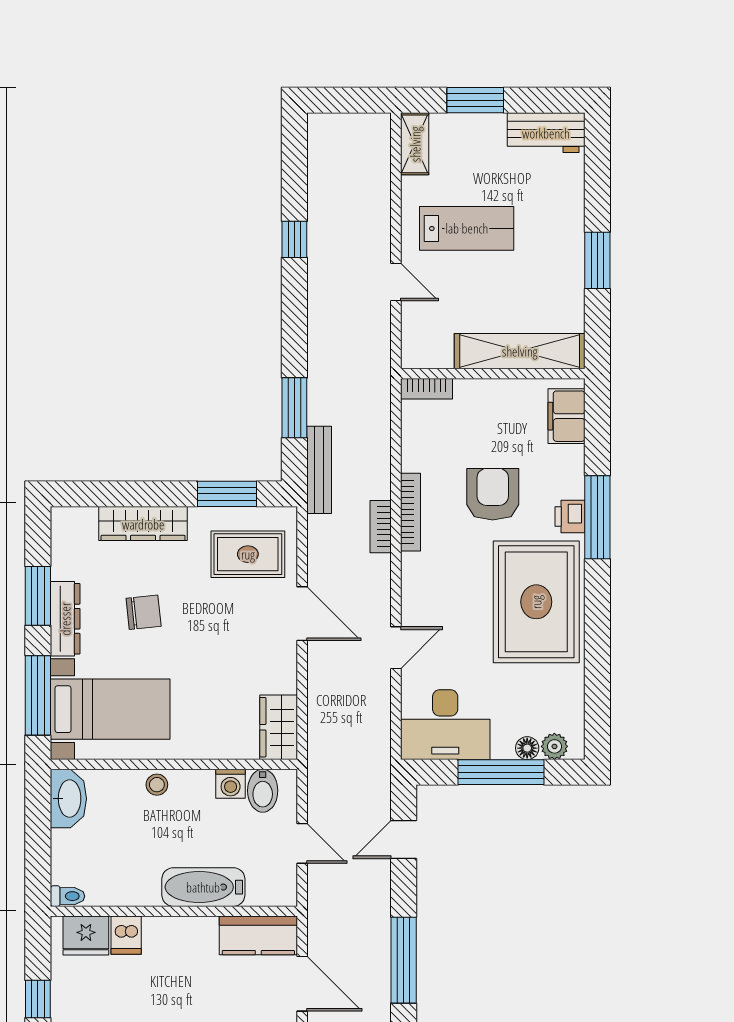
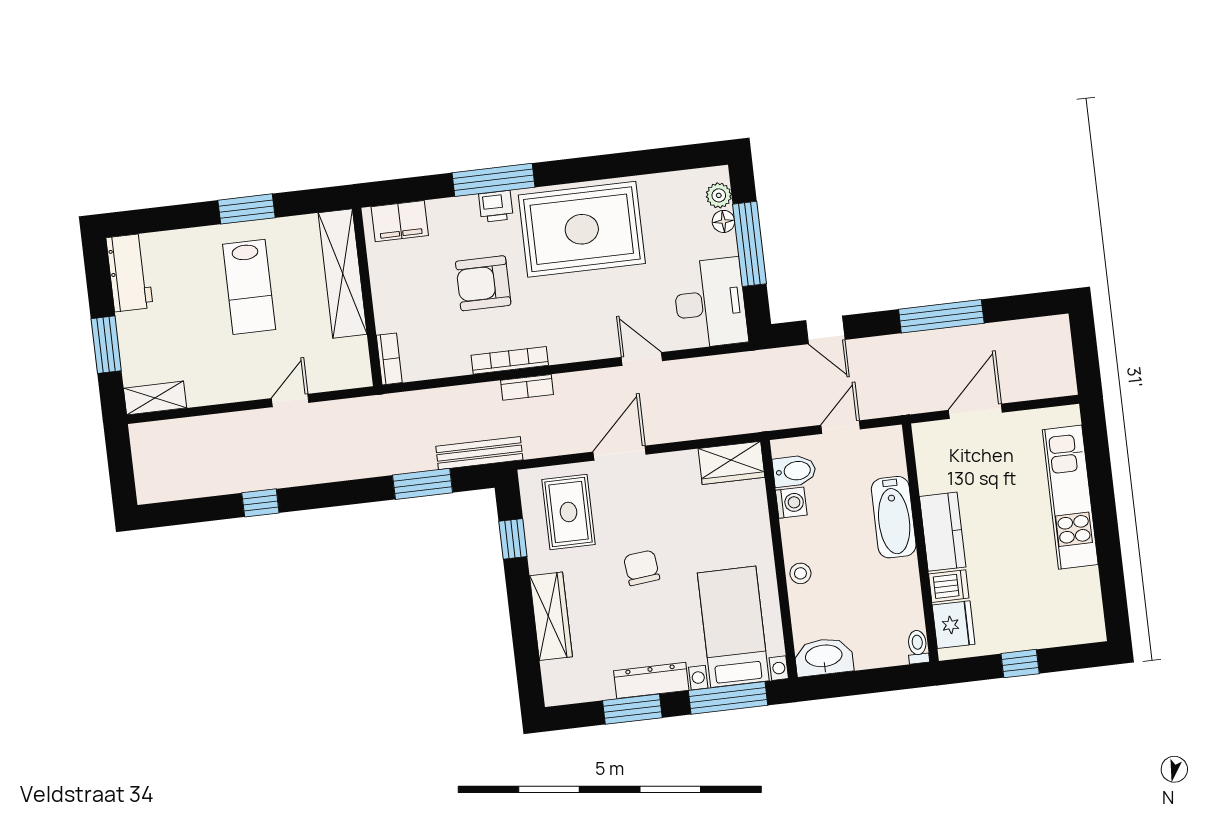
lab bench: (467, 228) -> (249, 287), moved, turned 180
window: (227, 494) -> (513, 539), width x0.67
chair: (144, 612) -> (642, 568), moved
kitchen counter: (258, 935) -> (943, 532), moved

